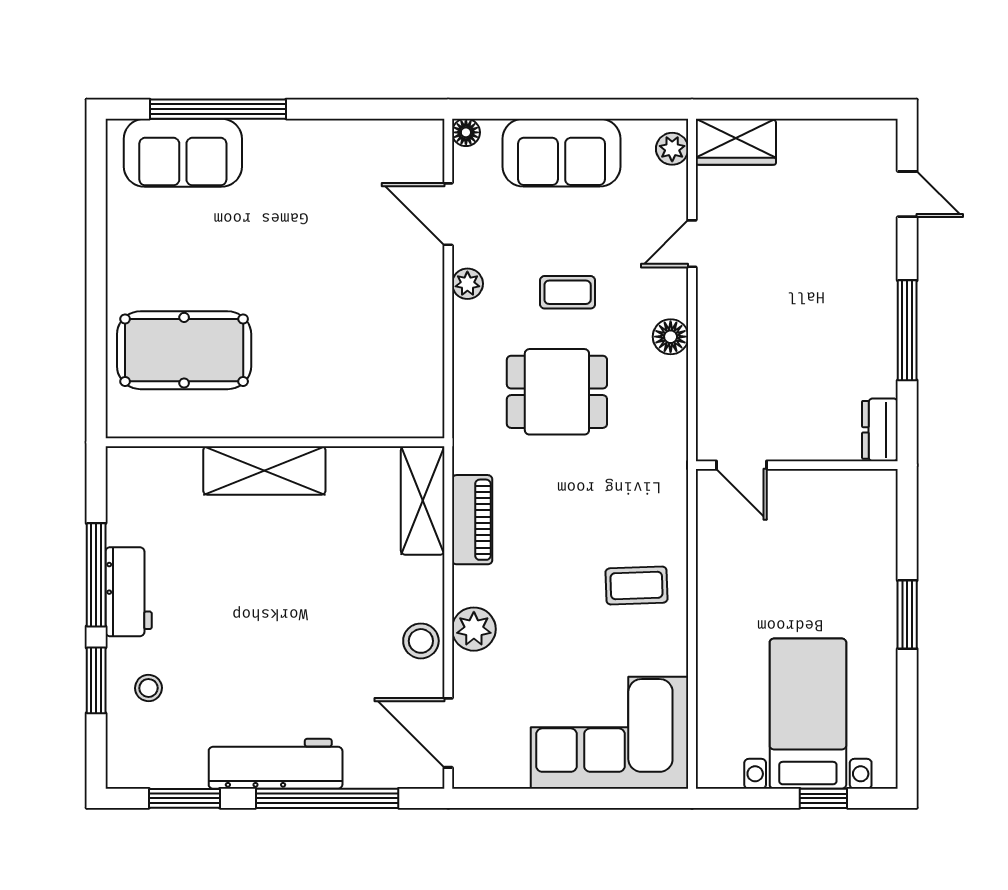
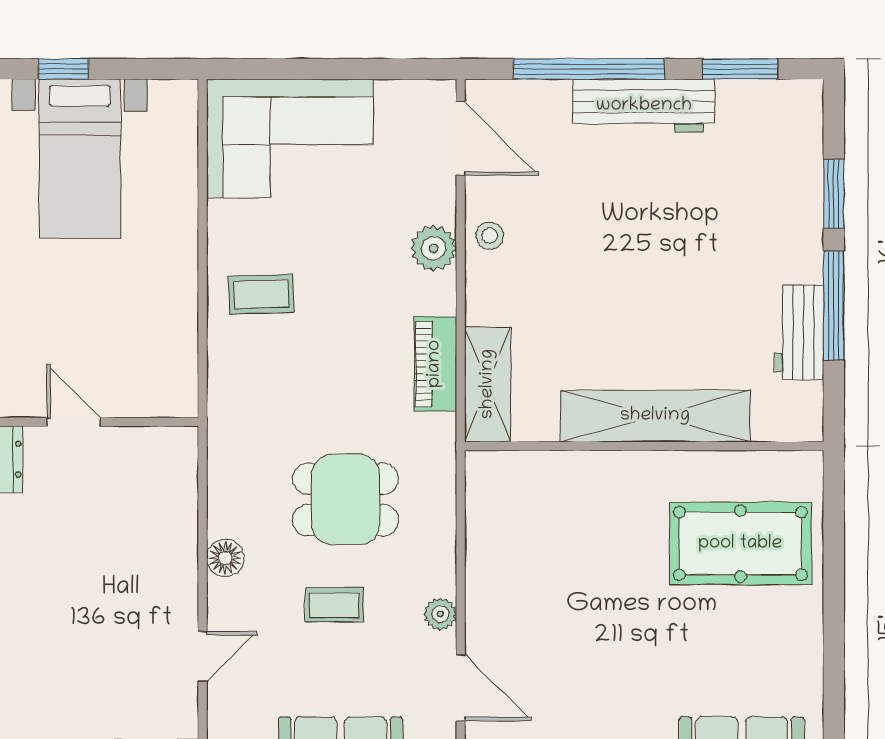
door: (741, 465) -> (74, 422), moved
shelving: (264, 471) -> (655, 416), width x1.47
workbench: (129, 592) -> (799, 332), moved
stool: (421, 641) -> (490, 236), width x0.73, depth x0.73
stool: (148, 688) -> (778, 186), removed

